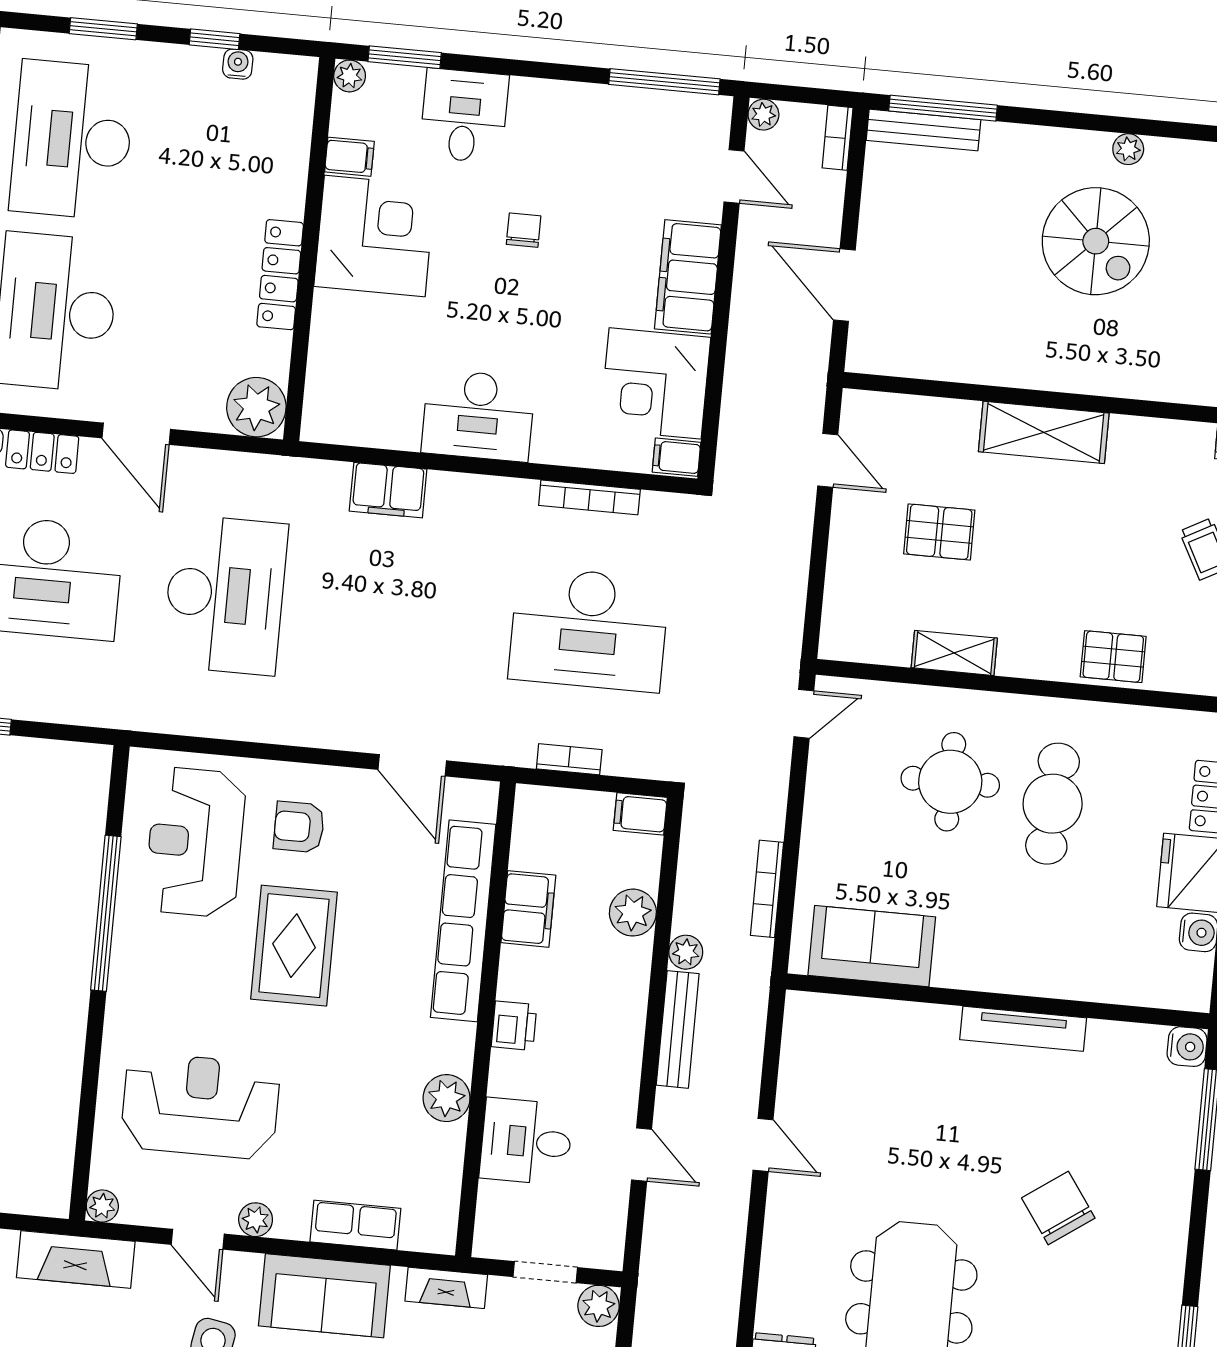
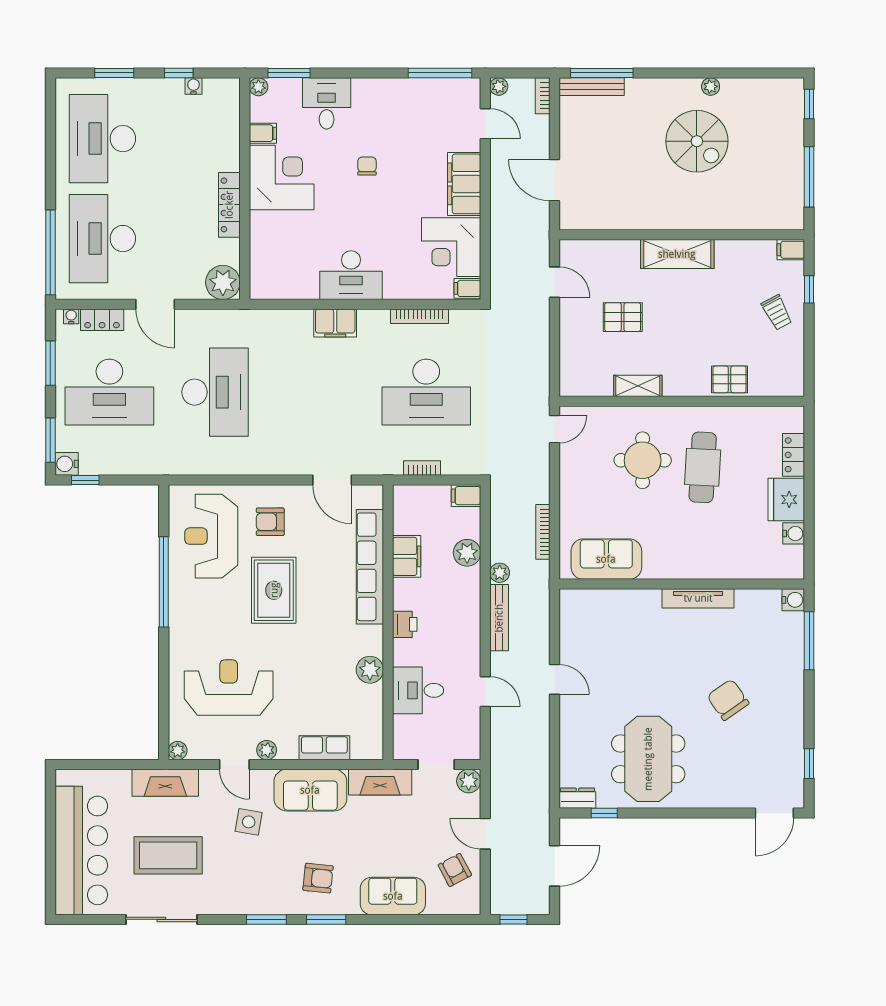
filing cabinet: (388, 490) -> (335, 323), moved
fireplace: (446, 1288) -> (380, 782), width x1.37, depth x1.32

